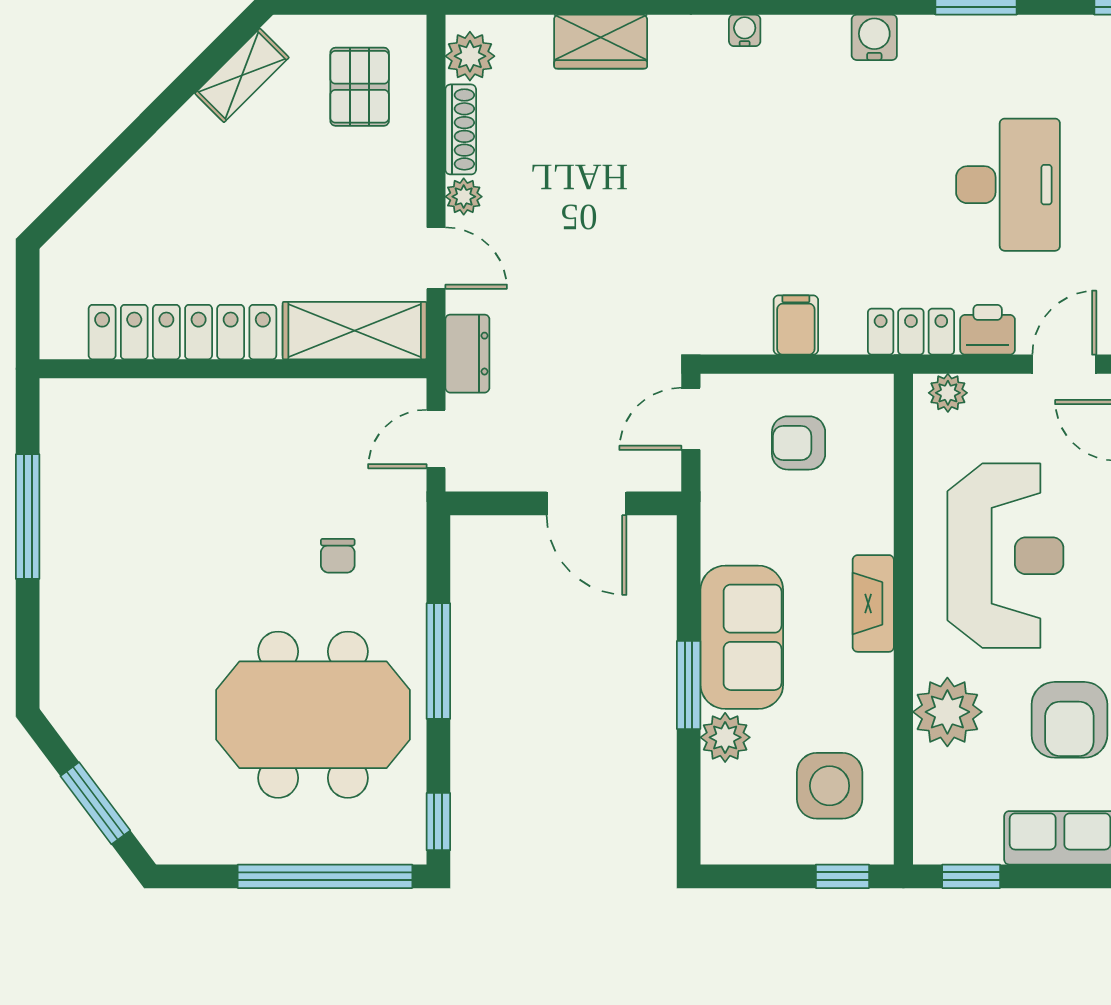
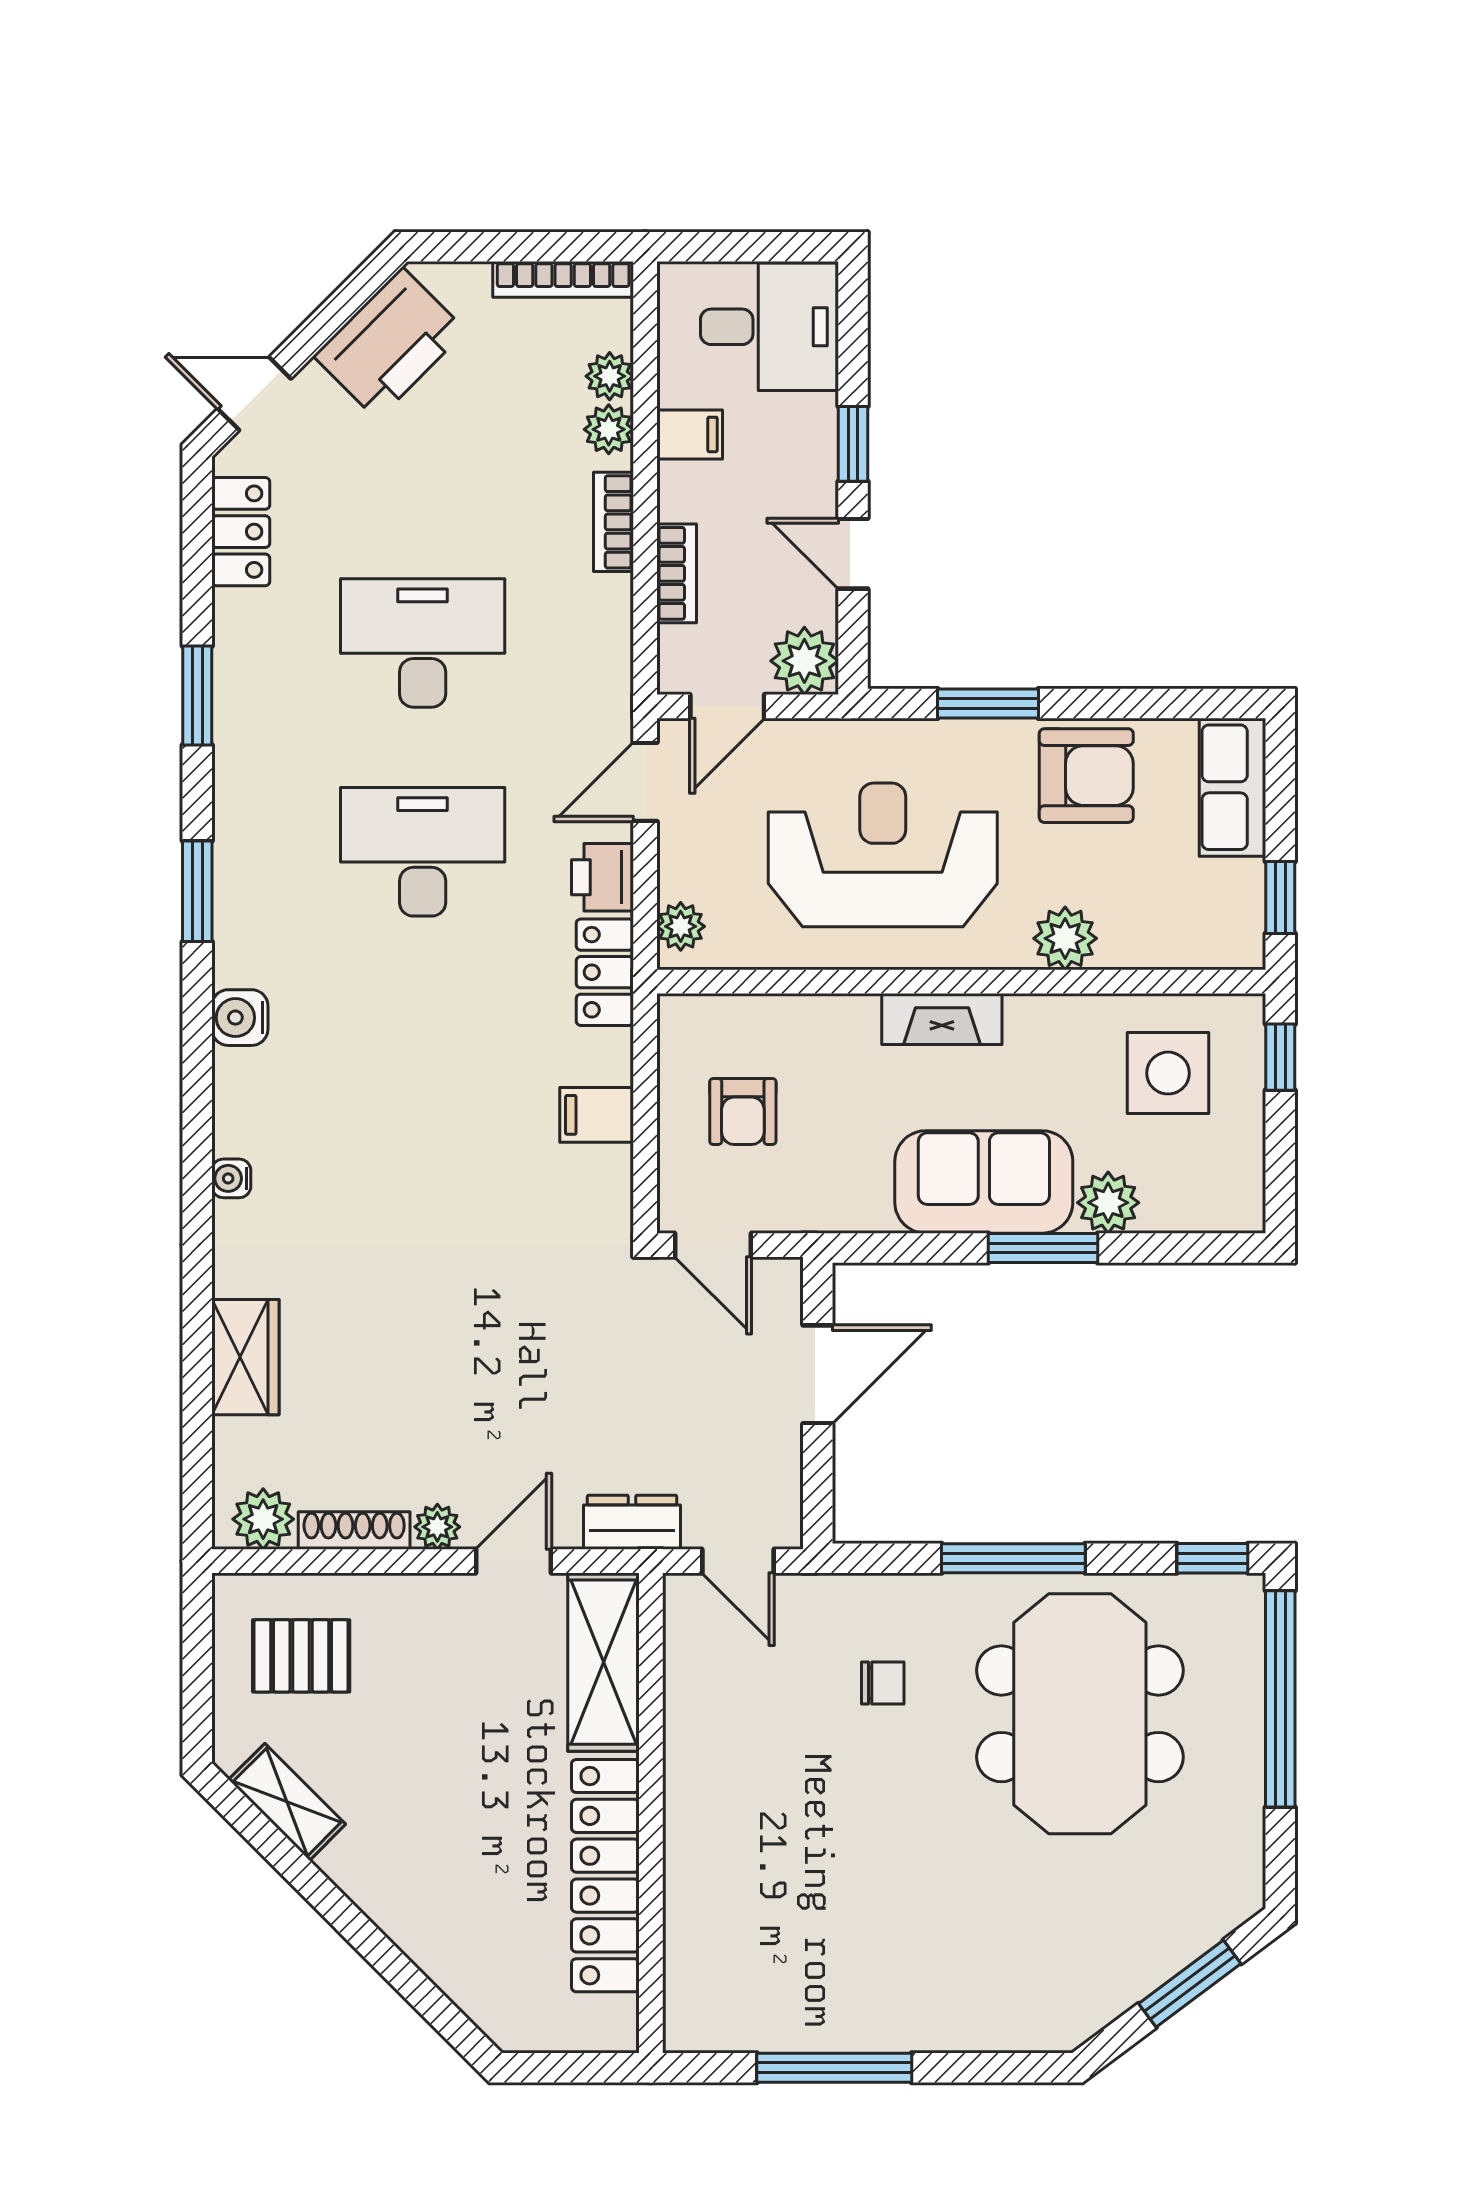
door: (1064, 364) -> (645, 782), hinge flipped
plant: (947, 712) -> (1065, 938), width x0.73, depth x0.73

